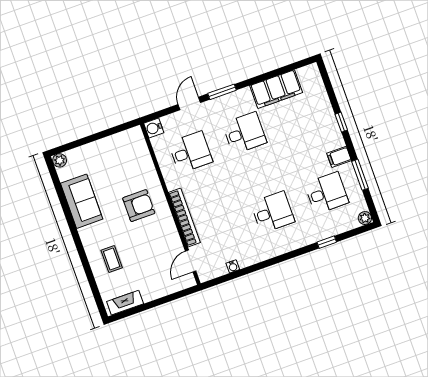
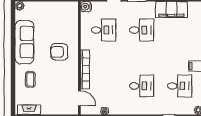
sofa: (82, 201) -> (24, 42), width x1.36
armchair: (139, 206) -> (59, 52), turned 180
door: (191, 261) -> (79, 98), swing flipped

